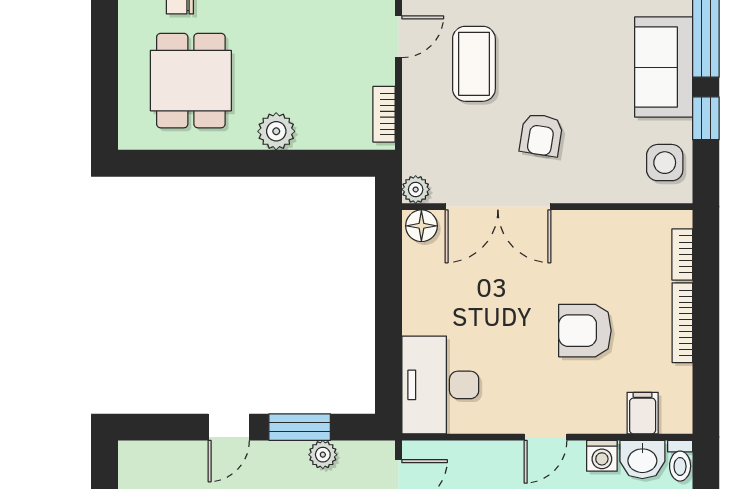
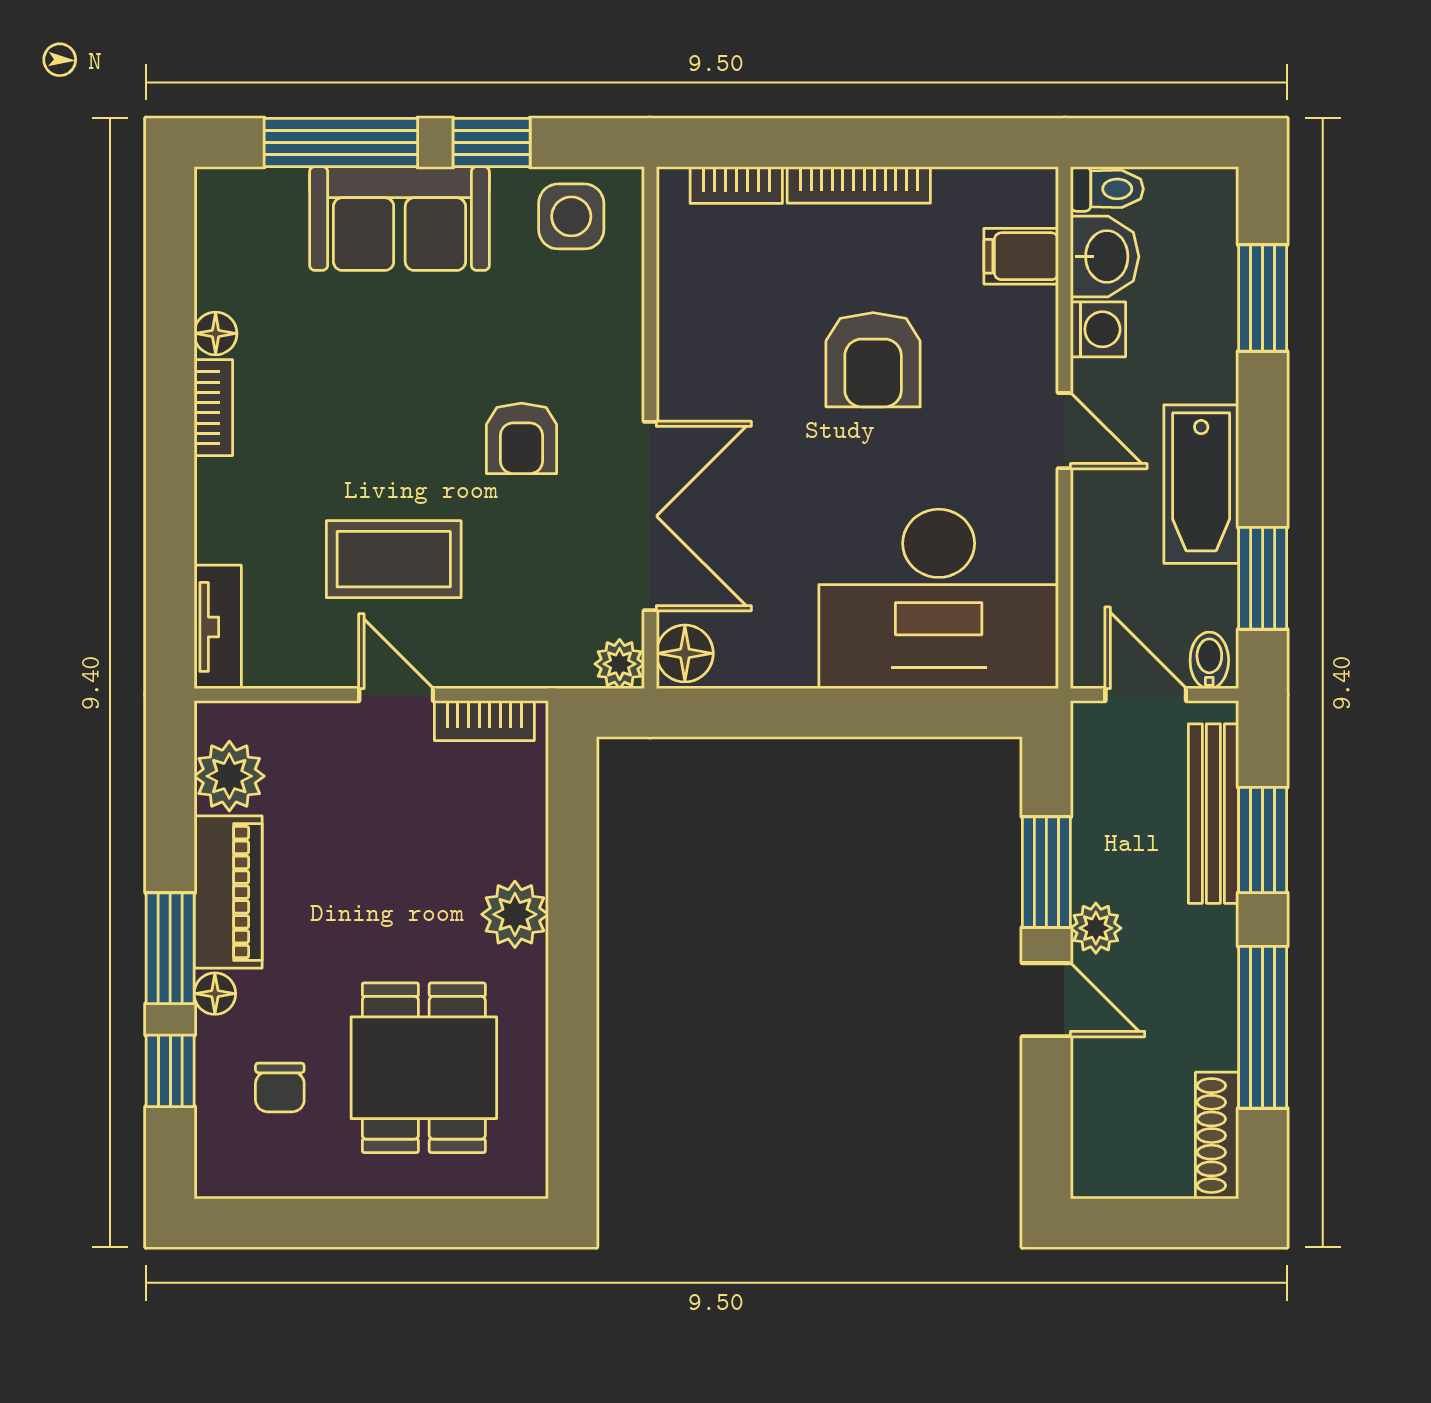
door: (399, 37) -> (396, 695), moved
dining table: (191, 81) -> (424, 1068), turned 90
armchair: (541, 135) -> (521, 438), turned 81
desk: (440, 385) -> (939, 599), width x1.36, depth x1.30
plant: (323, 455) -> (1096, 928), moved

